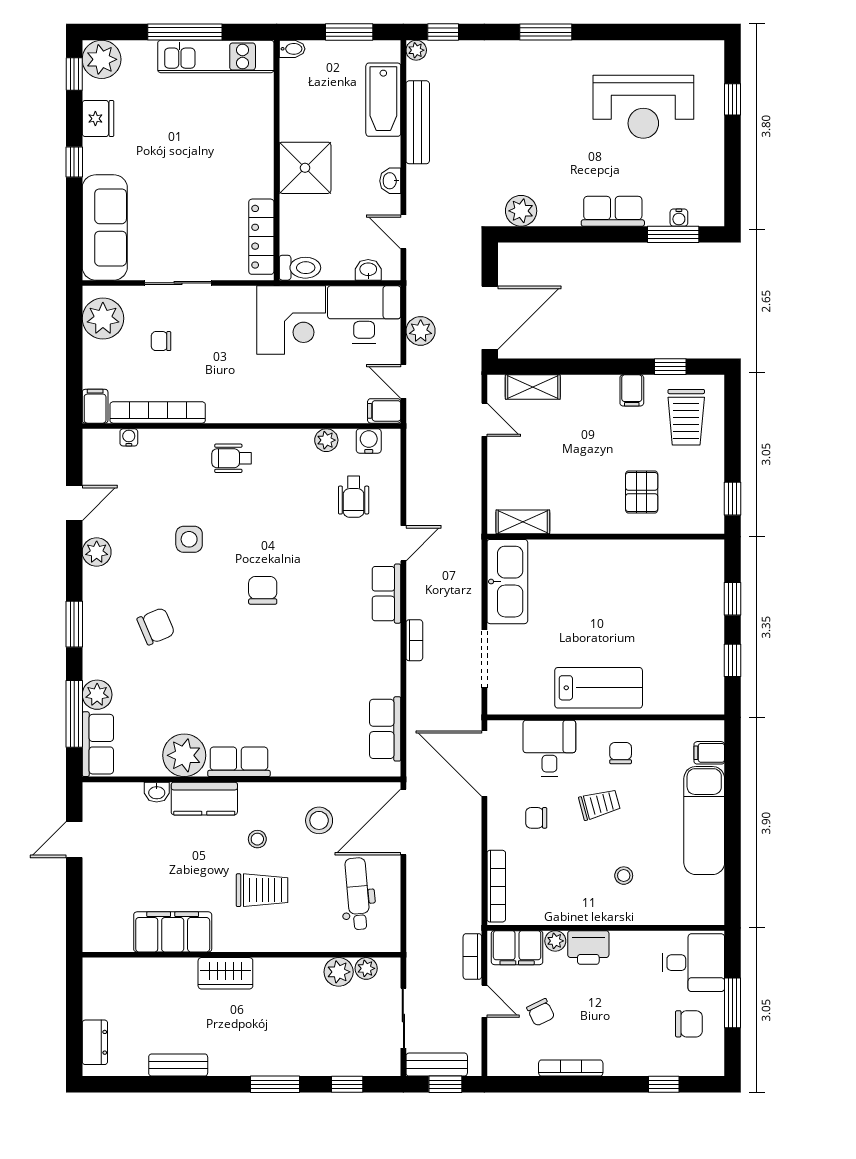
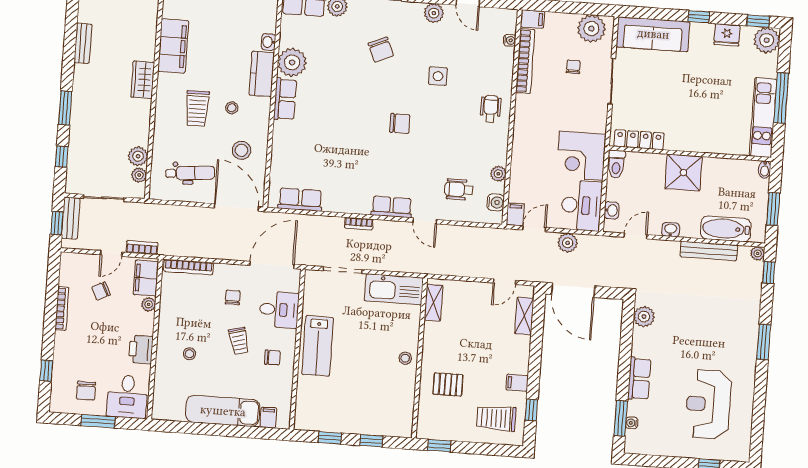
stool: (607, 558) -> (405, 358), added
printer: (588, 947) -> (141, 349), moved

